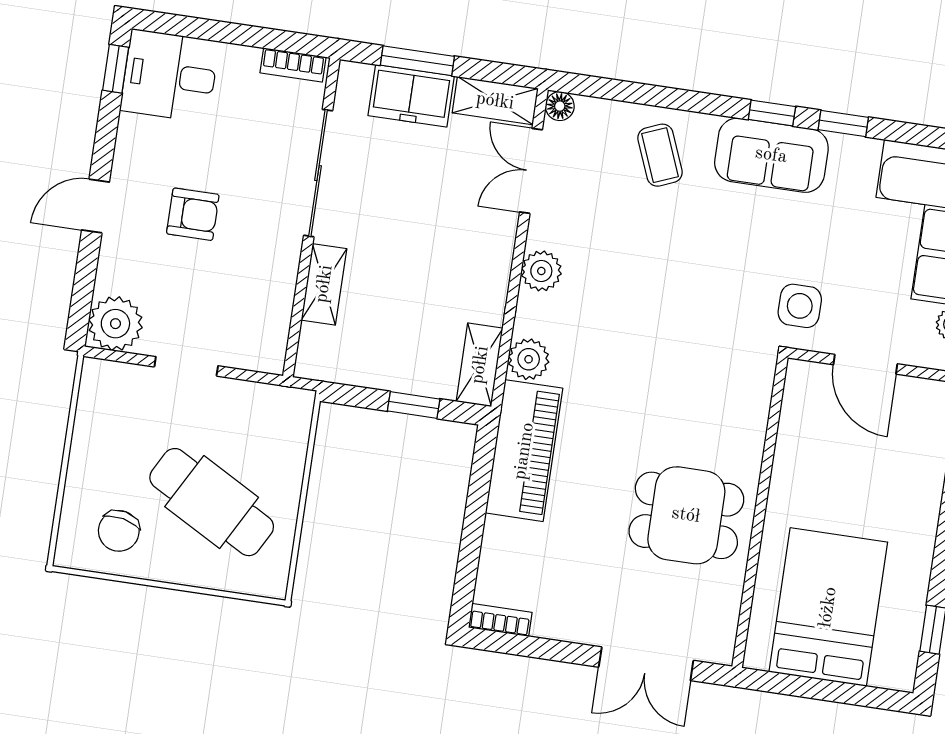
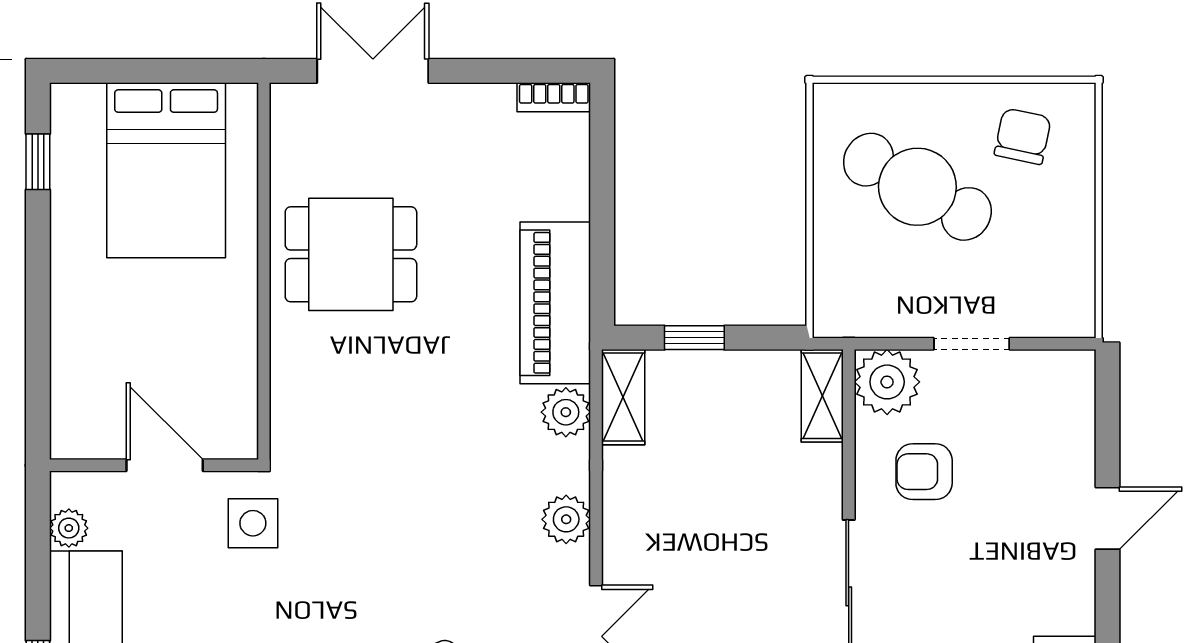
armchair: (193, 214) -> (924, 472), moved
shelving: (324, 284) -> (822, 396), moved
plant: (115, 324) -> (887, 382), moved

